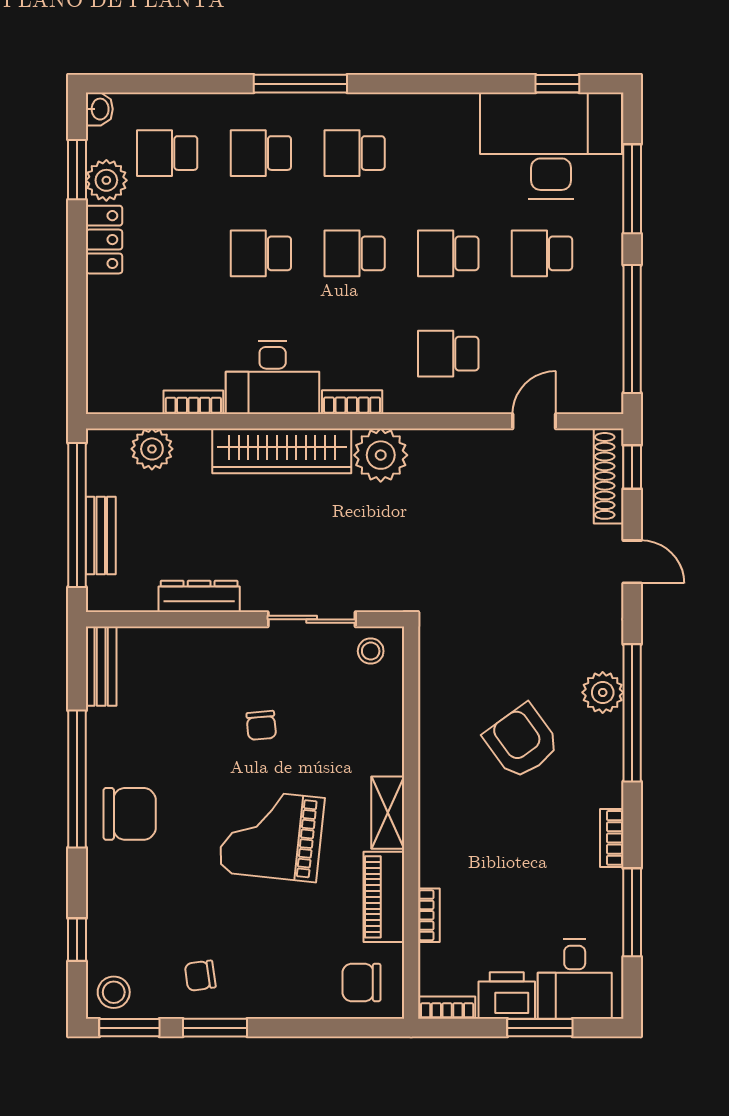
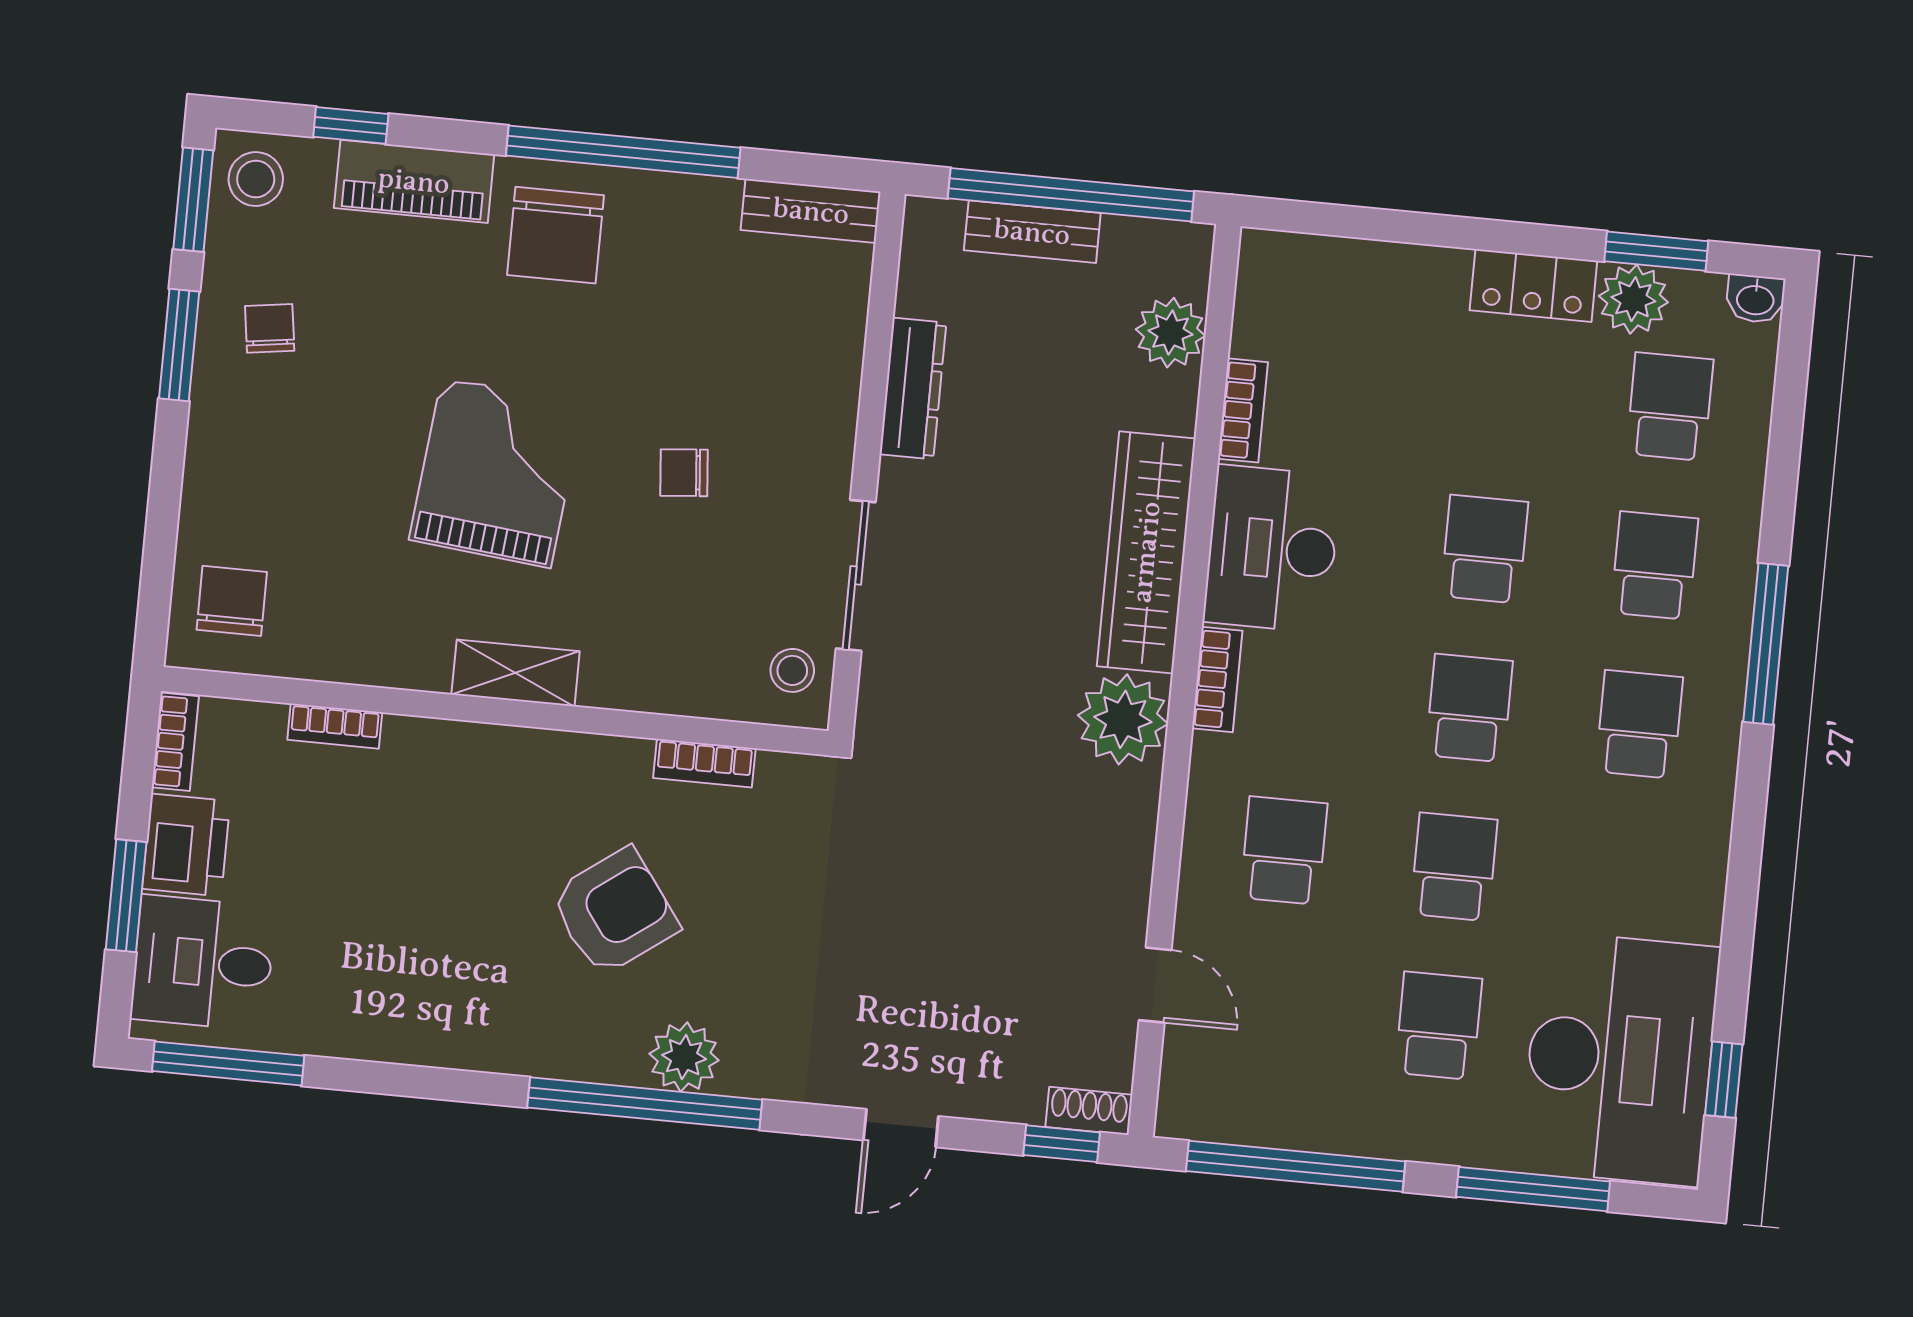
shoe rack: (609, 476) -> (1089, 1111), width x0.51, depth x0.81
bookcase: (612, 838) -> (704, 763), moved, turned 180
piano: (384, 897) -> (414, 181), moved, turned 180
window: (632, 912) -> (228, 1063), moved

